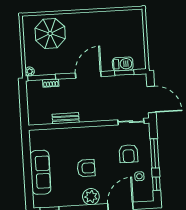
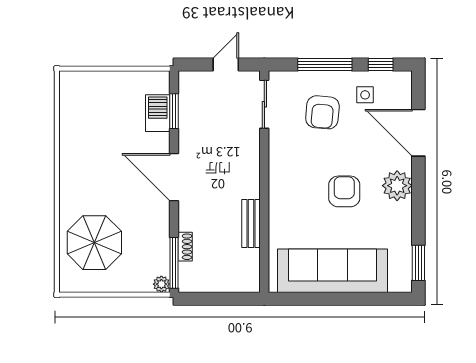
door: (151, 99) -> (226, 65), width x0.53
armchair: (128, 154) -> (322, 112), turned 95
sofa: (40, 172) -> (332, 271), width x1.36, depth x1.27

